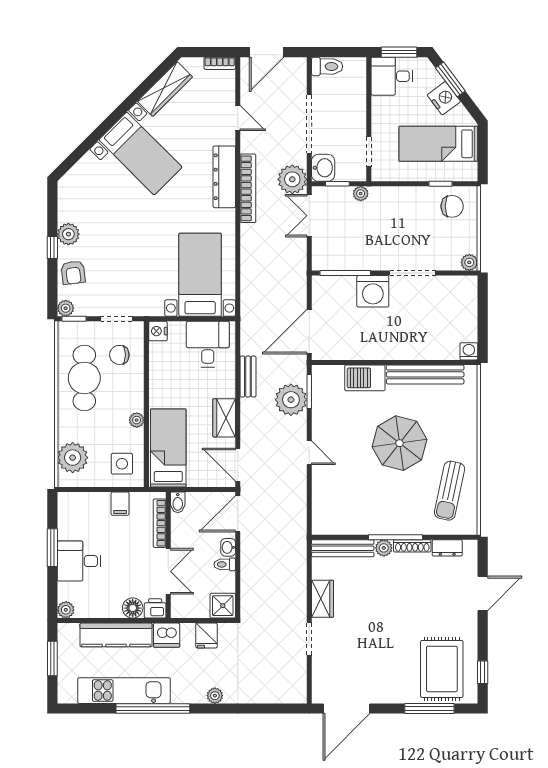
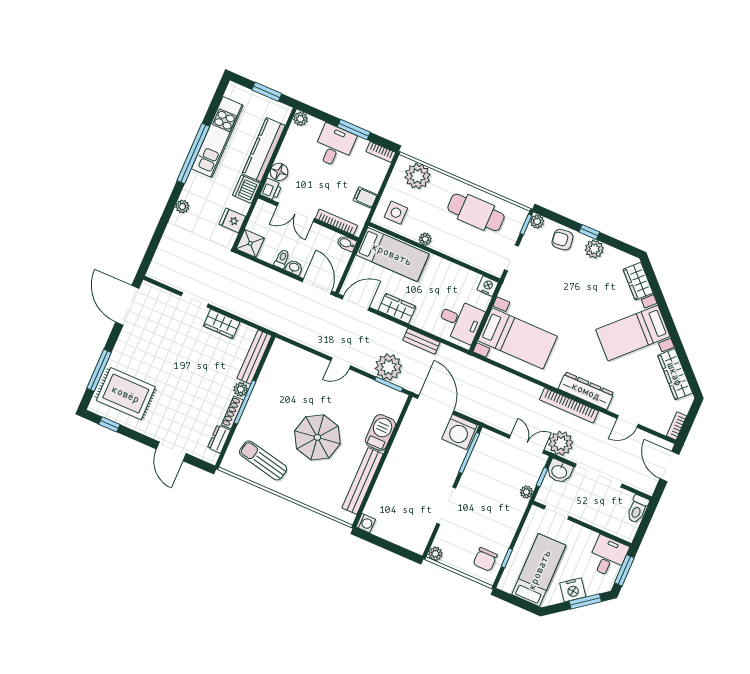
wardrobe: (82, 172) -> (638, 281), added
washing machine: (373, 291) -> (459, 432), moved, turned -90
chair: (119, 355) -> (482, 248), removed
bookcase: (64, 508) -> (381, 152), added

